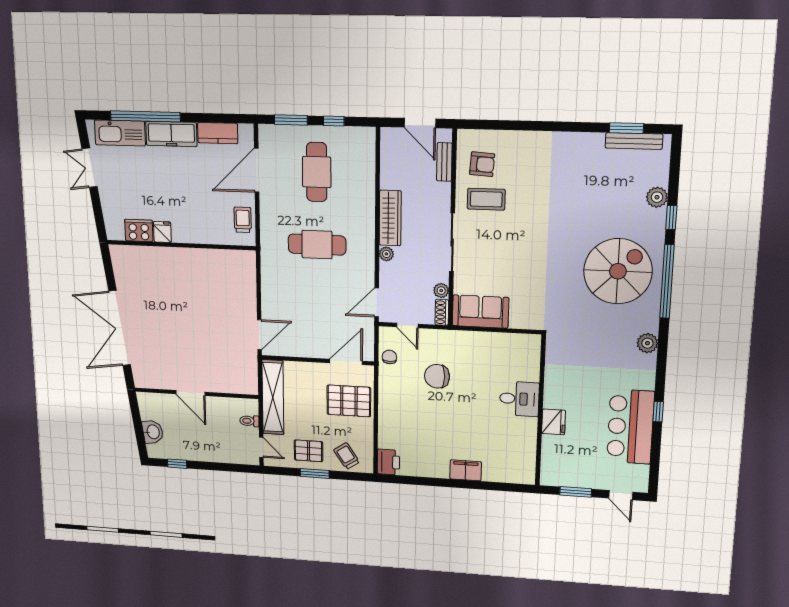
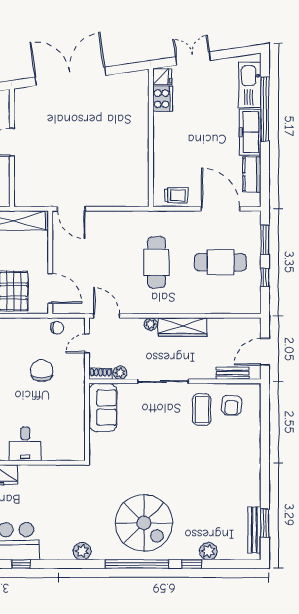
double door: (90, 168) -> (193, 59), moved
fridge: (162, 232) -> (162, 77), moved

